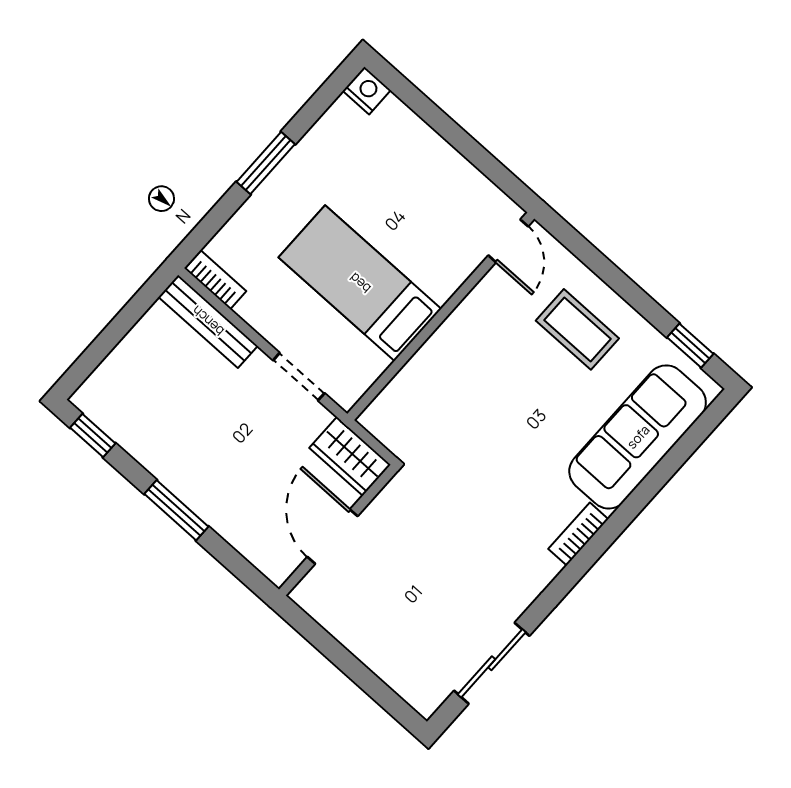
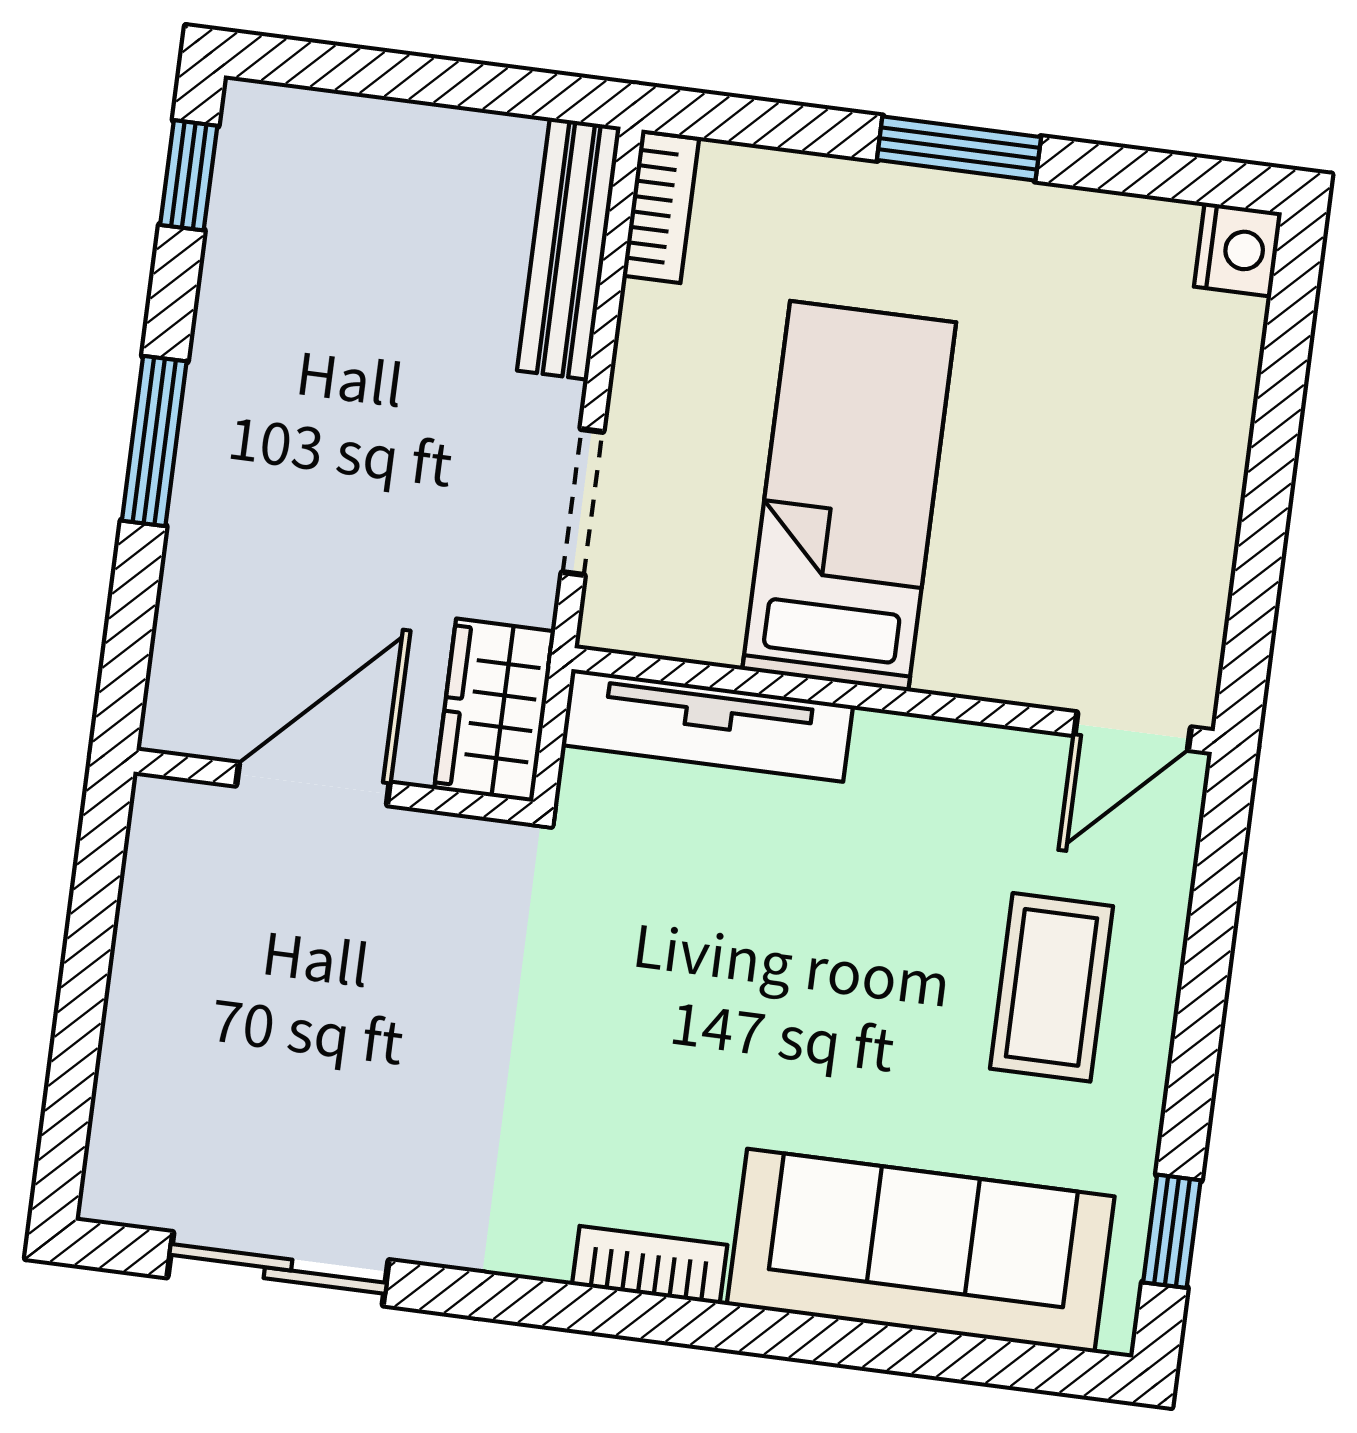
tv unit: (406, 386) -> (707, 725), added

